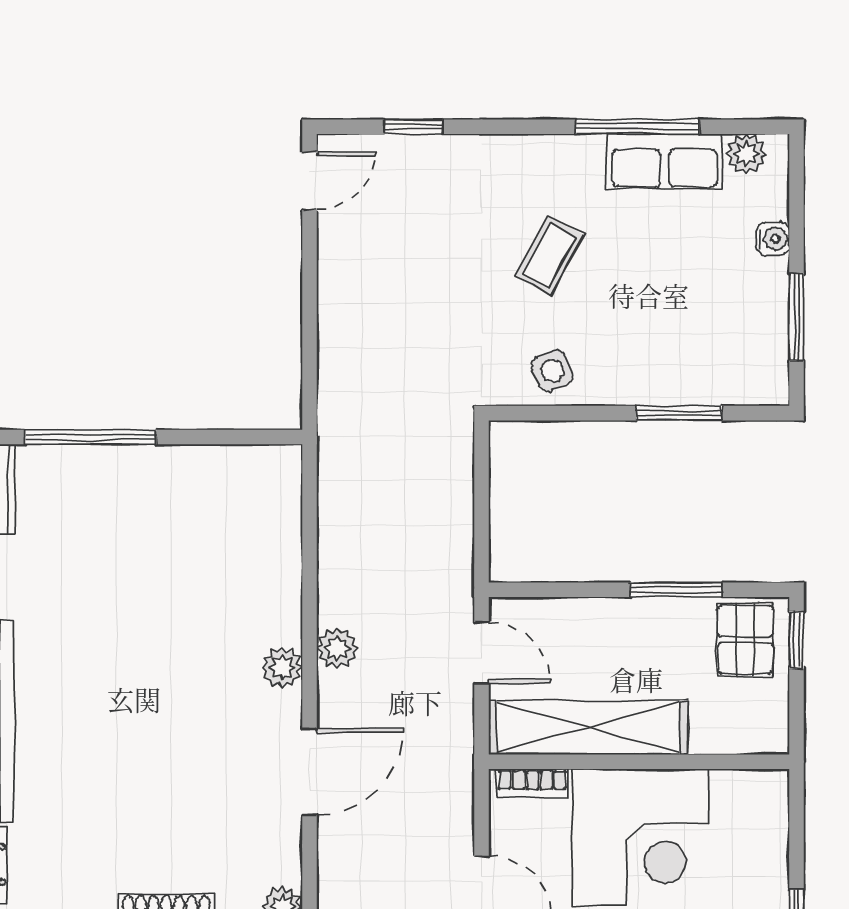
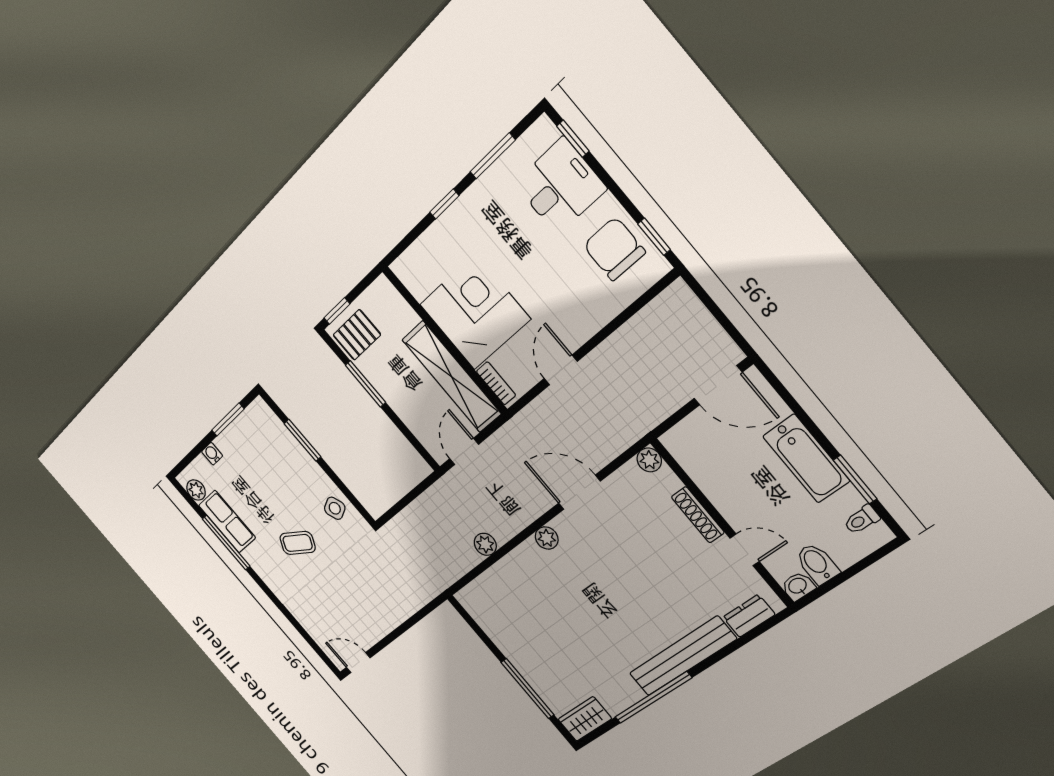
window: (413, 127) -> (304, 634), removed
plant: (337, 648) -> (485, 544), moved

